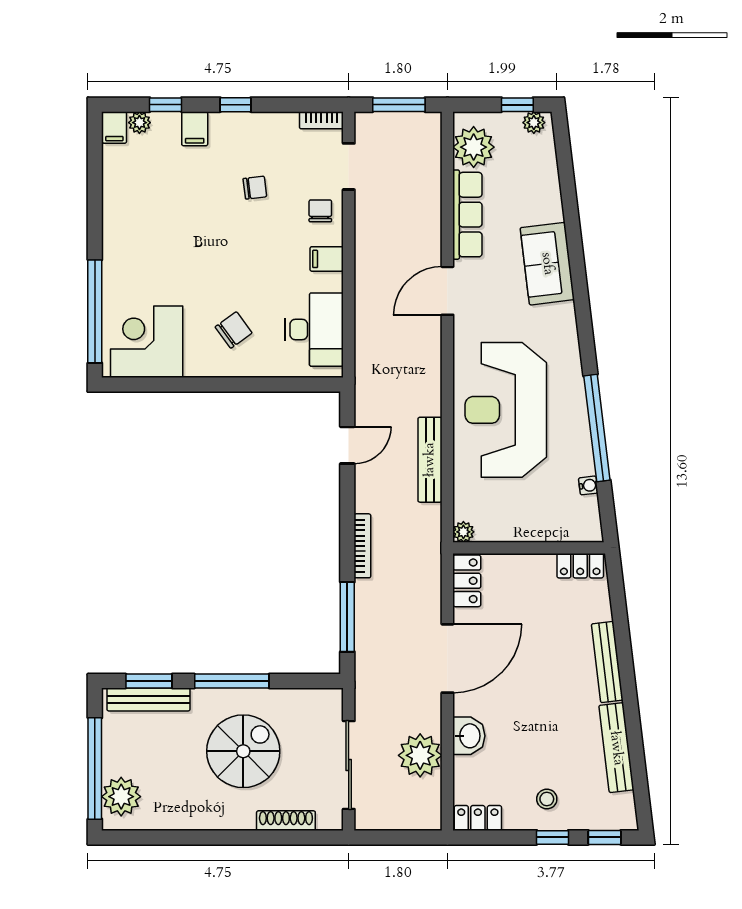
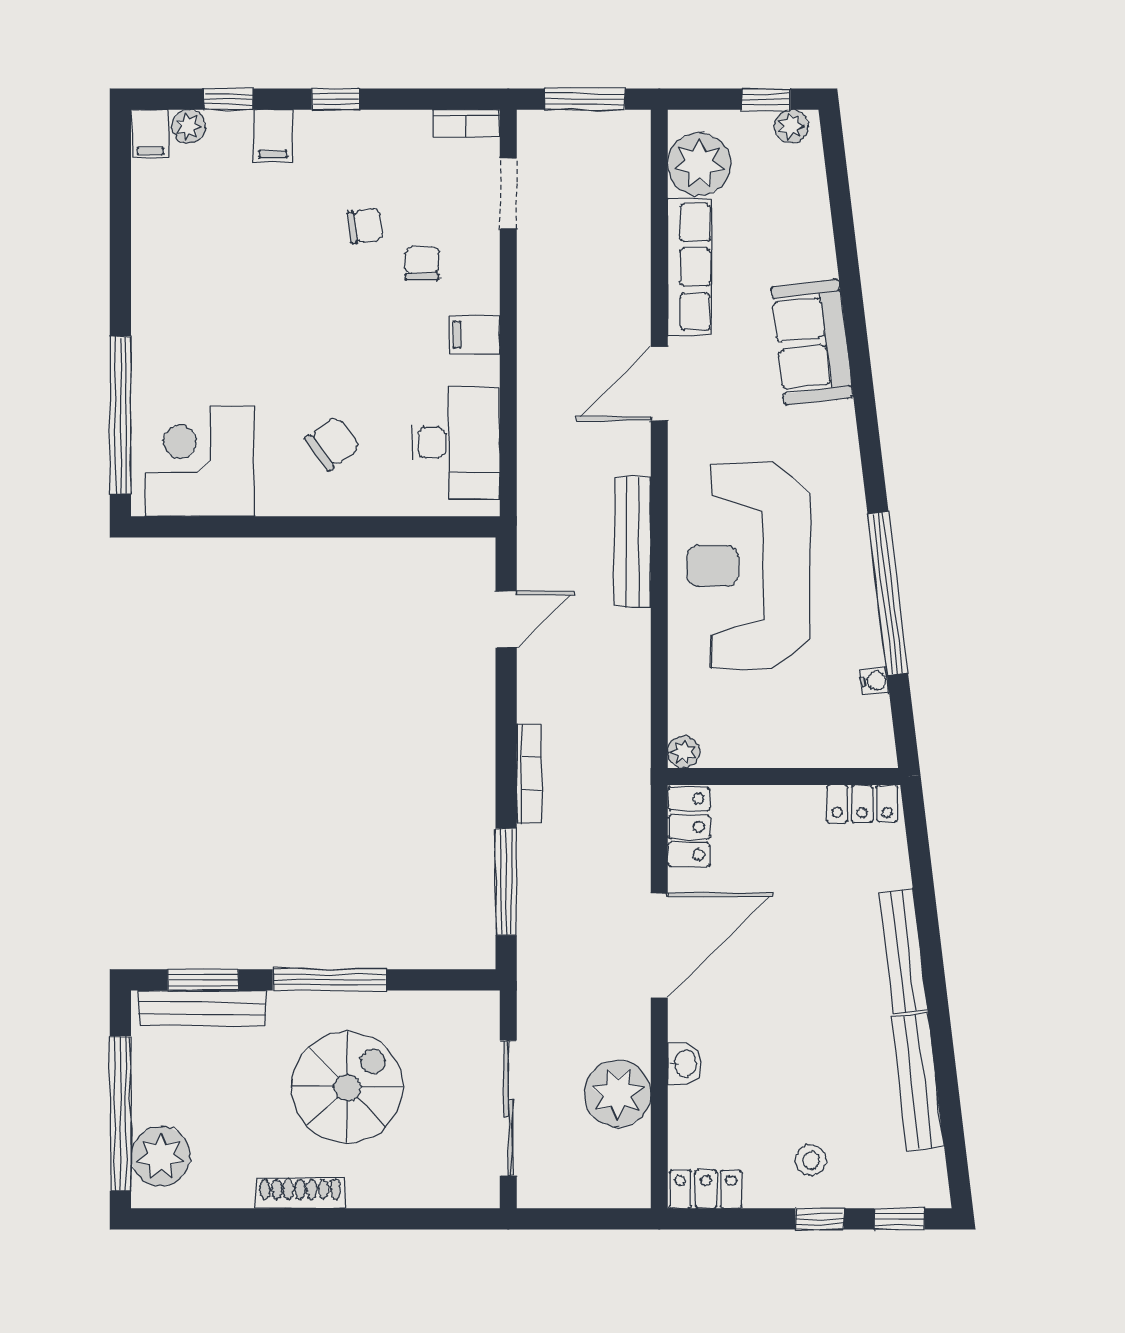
chair: (320, 211) -> (422, 263), moved
bench: (430, 460) -> (633, 542), moved
washbasin: (469, 736) -> (685, 1064), width x0.72, depth x0.69
shoe rack: (286, 821) -> (300, 1193), moved

